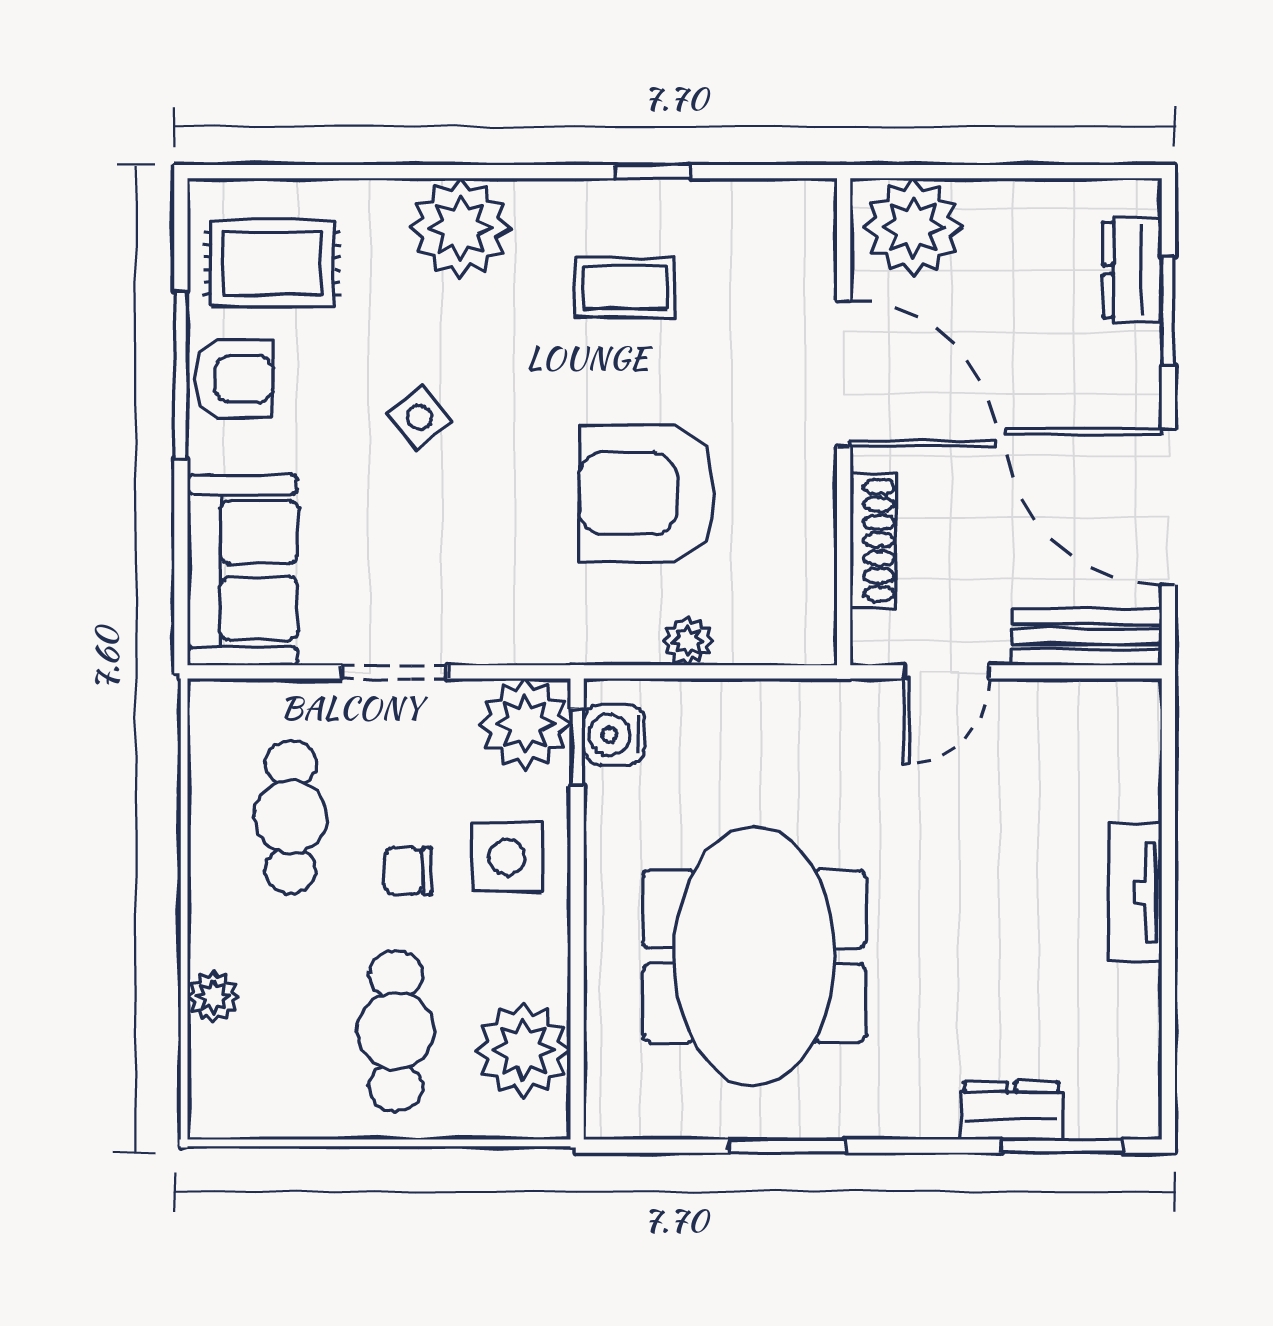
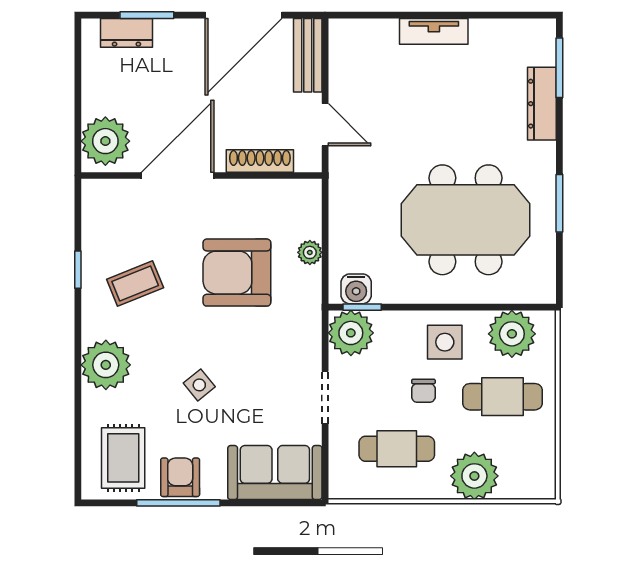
coffee table: (625, 287) -> (135, 283), turned 68
armchair: (647, 493) -> (237, 273), turned 90
side table: (507, 857) -> (445, 342), moved
plant: (213, 997) -> (474, 476), width x1.87, depth x1.87
dresser: (1012, 1111) -> (542, 104), width x1.44

